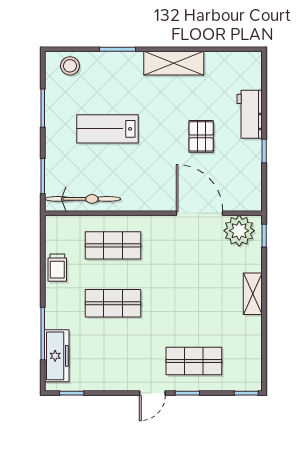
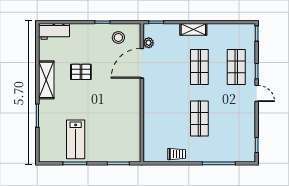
stool: (70, 66) -> (118, 37), moved
workbench: (250, 114) -> (54, 31), moved
lab bench: (107, 129) -> (76, 139), moved
pallet: (201, 136) -> (81, 72), moved
bicycle: (83, 199) -> (133, 138), removed
plant: (239, 231) -> (149, 43), width x0.53, depth x0.53
shop shelf: (113, 245) -> (199, 67), moved
freezer: (57, 356) -> (233, 154), removed

